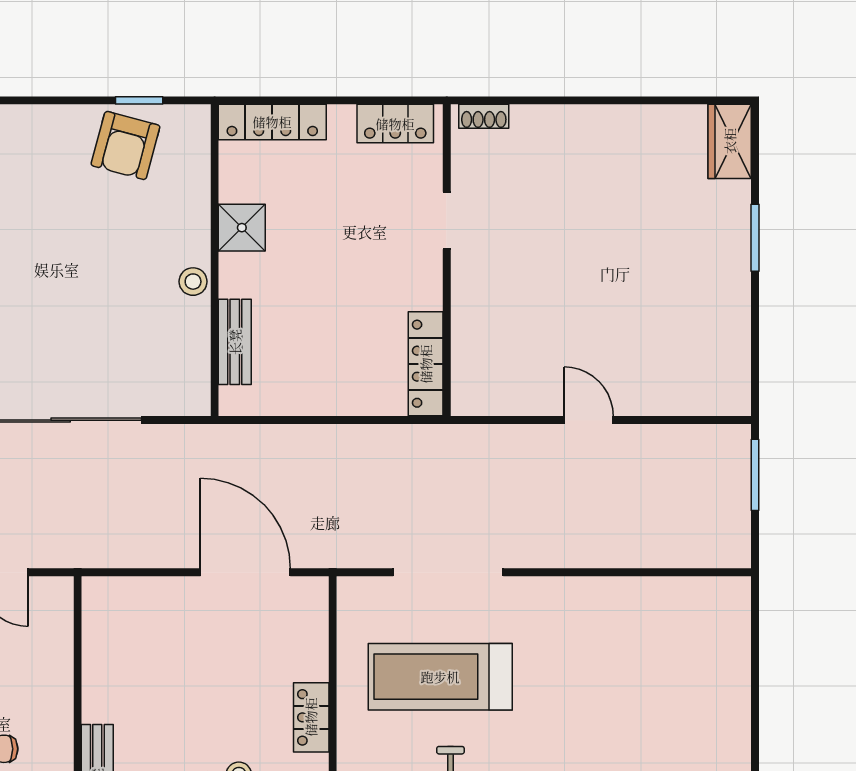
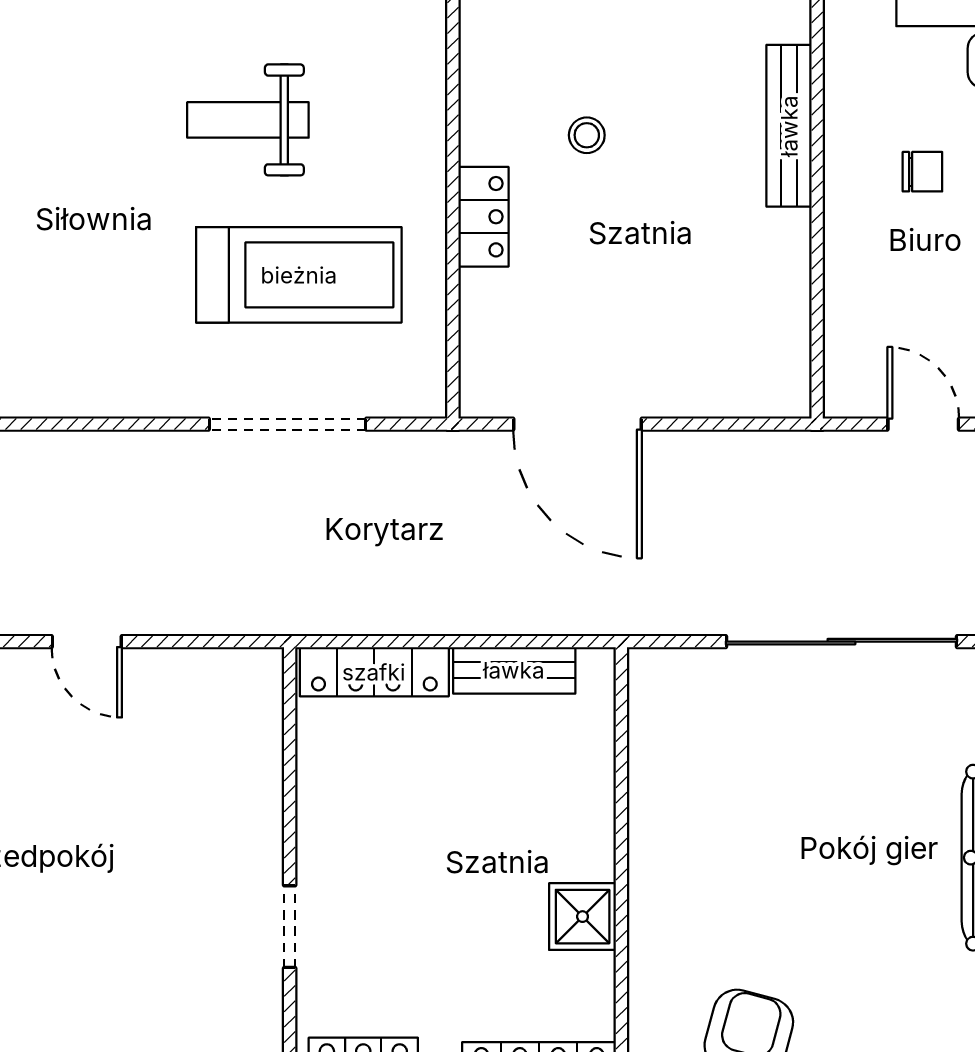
stool: (193, 282) -> (652, 840), removed
bench: (235, 342) -> (514, 670), moved, turned 90
locker: (426, 364) -> (374, 672), moved, turned 90

